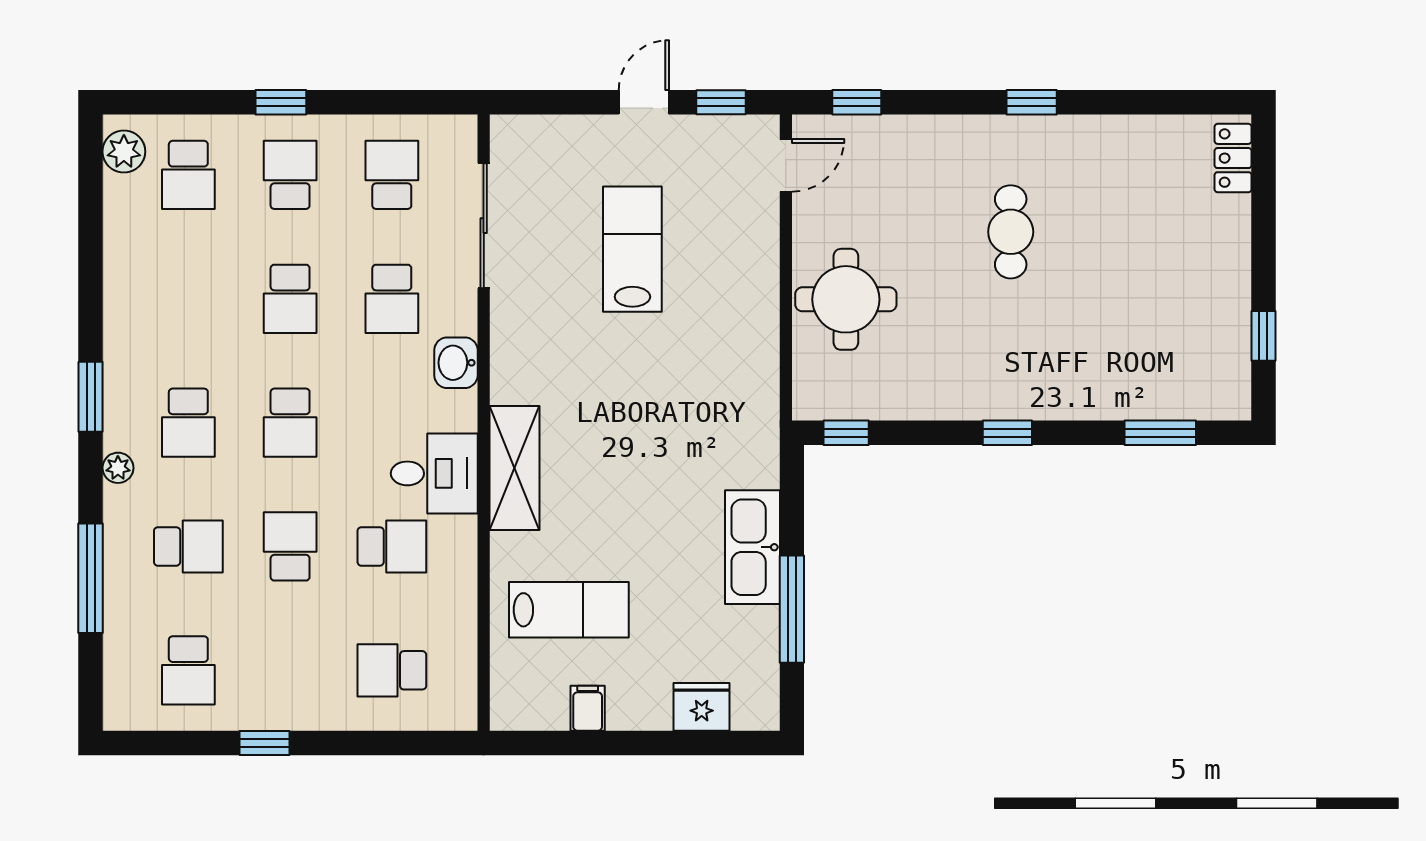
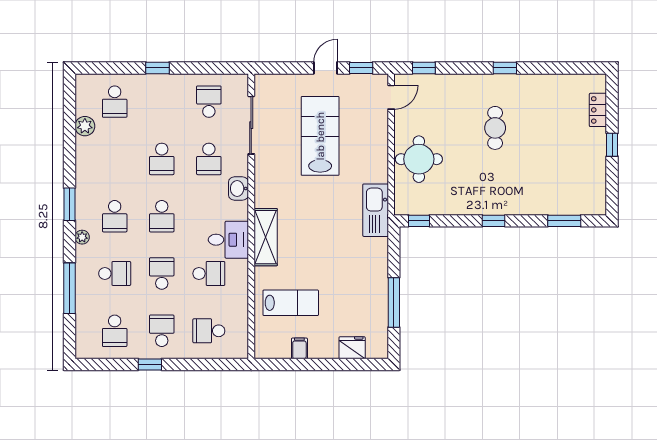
plant: (124, 152) -> (85, 126), moved
locker: (1233, 158) -> (598, 110), moved
school desk: (290, 175) -> (162, 331), moved
lab bench: (632, 249) -> (320, 136), width x1.36, depth x1.39
window: (1263, 336) -> (612, 145), moved
kitchen sink: (752, 547) -> (376, 210), moved

